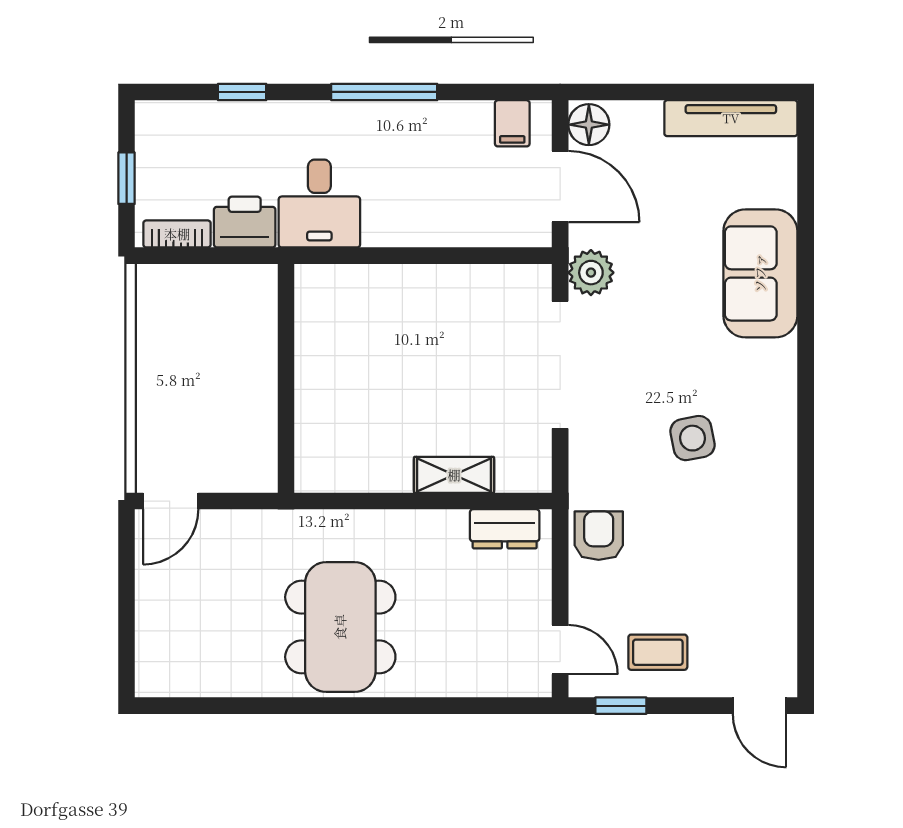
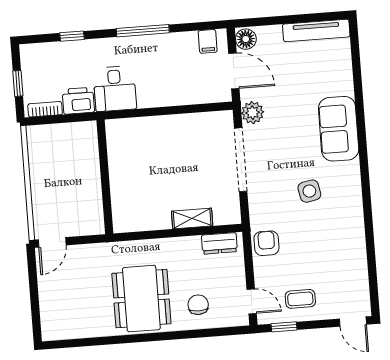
sofa: (760, 273) -> (339, 129), moved
chair: (453, 648) -> (198, 305), added

